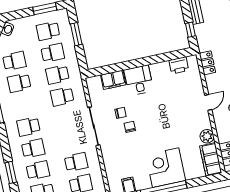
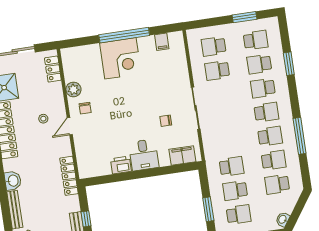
window: (190, 30) -> (86, 219), moved
locker: (207, 63) -> (69, 176), width x1.53
printer: (179, 65) -> (121, 165), moved
filing cabinet: (113, 80) -> (182, 155), moved
school desk: (62, 97) -> (270, 136), moved
chair: (130, 127) -> (85, 108), moved
filing cabinet: (211, 159) -> (71, 64), removed

